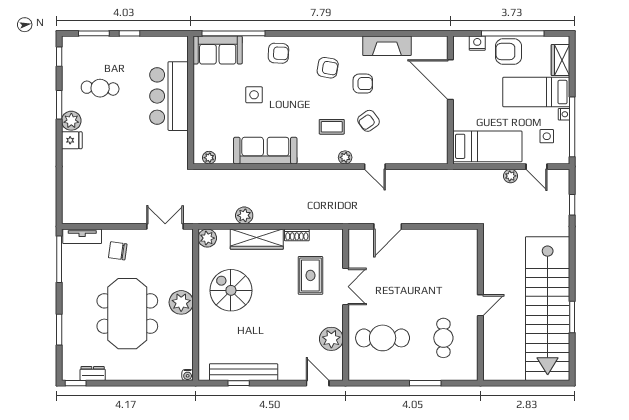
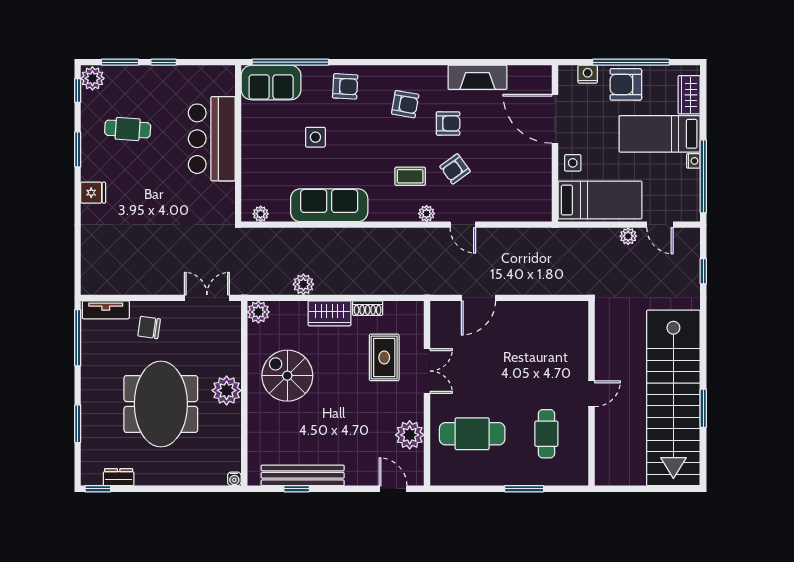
plant: (71, 121) -> (92, 78), moved
side table: (547, 136) -> (573, 163), moved
wardrobe: (257, 239) -> (329, 313), width x0.67

